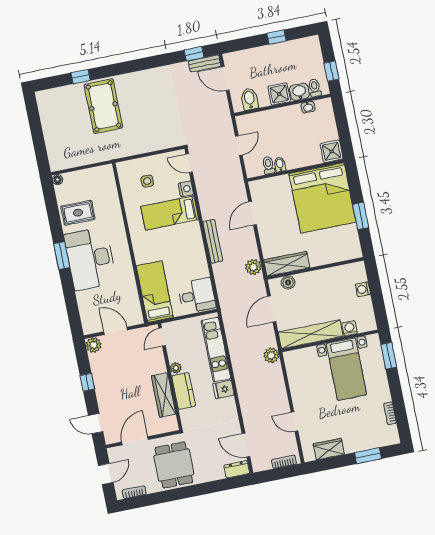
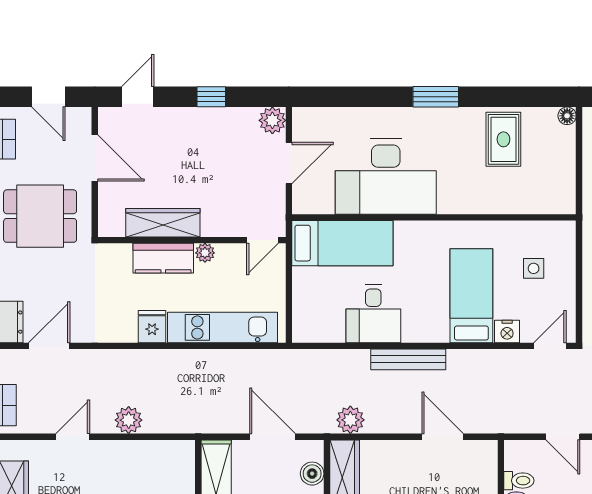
desk: (90, 259) -> (386, 177), moved, turned 180
desk: (197, 295) -> (373, 314), moved
door: (162, 337) -> (262, 240), swing flipped
plant: (271, 355) -> (129, 420), moved

